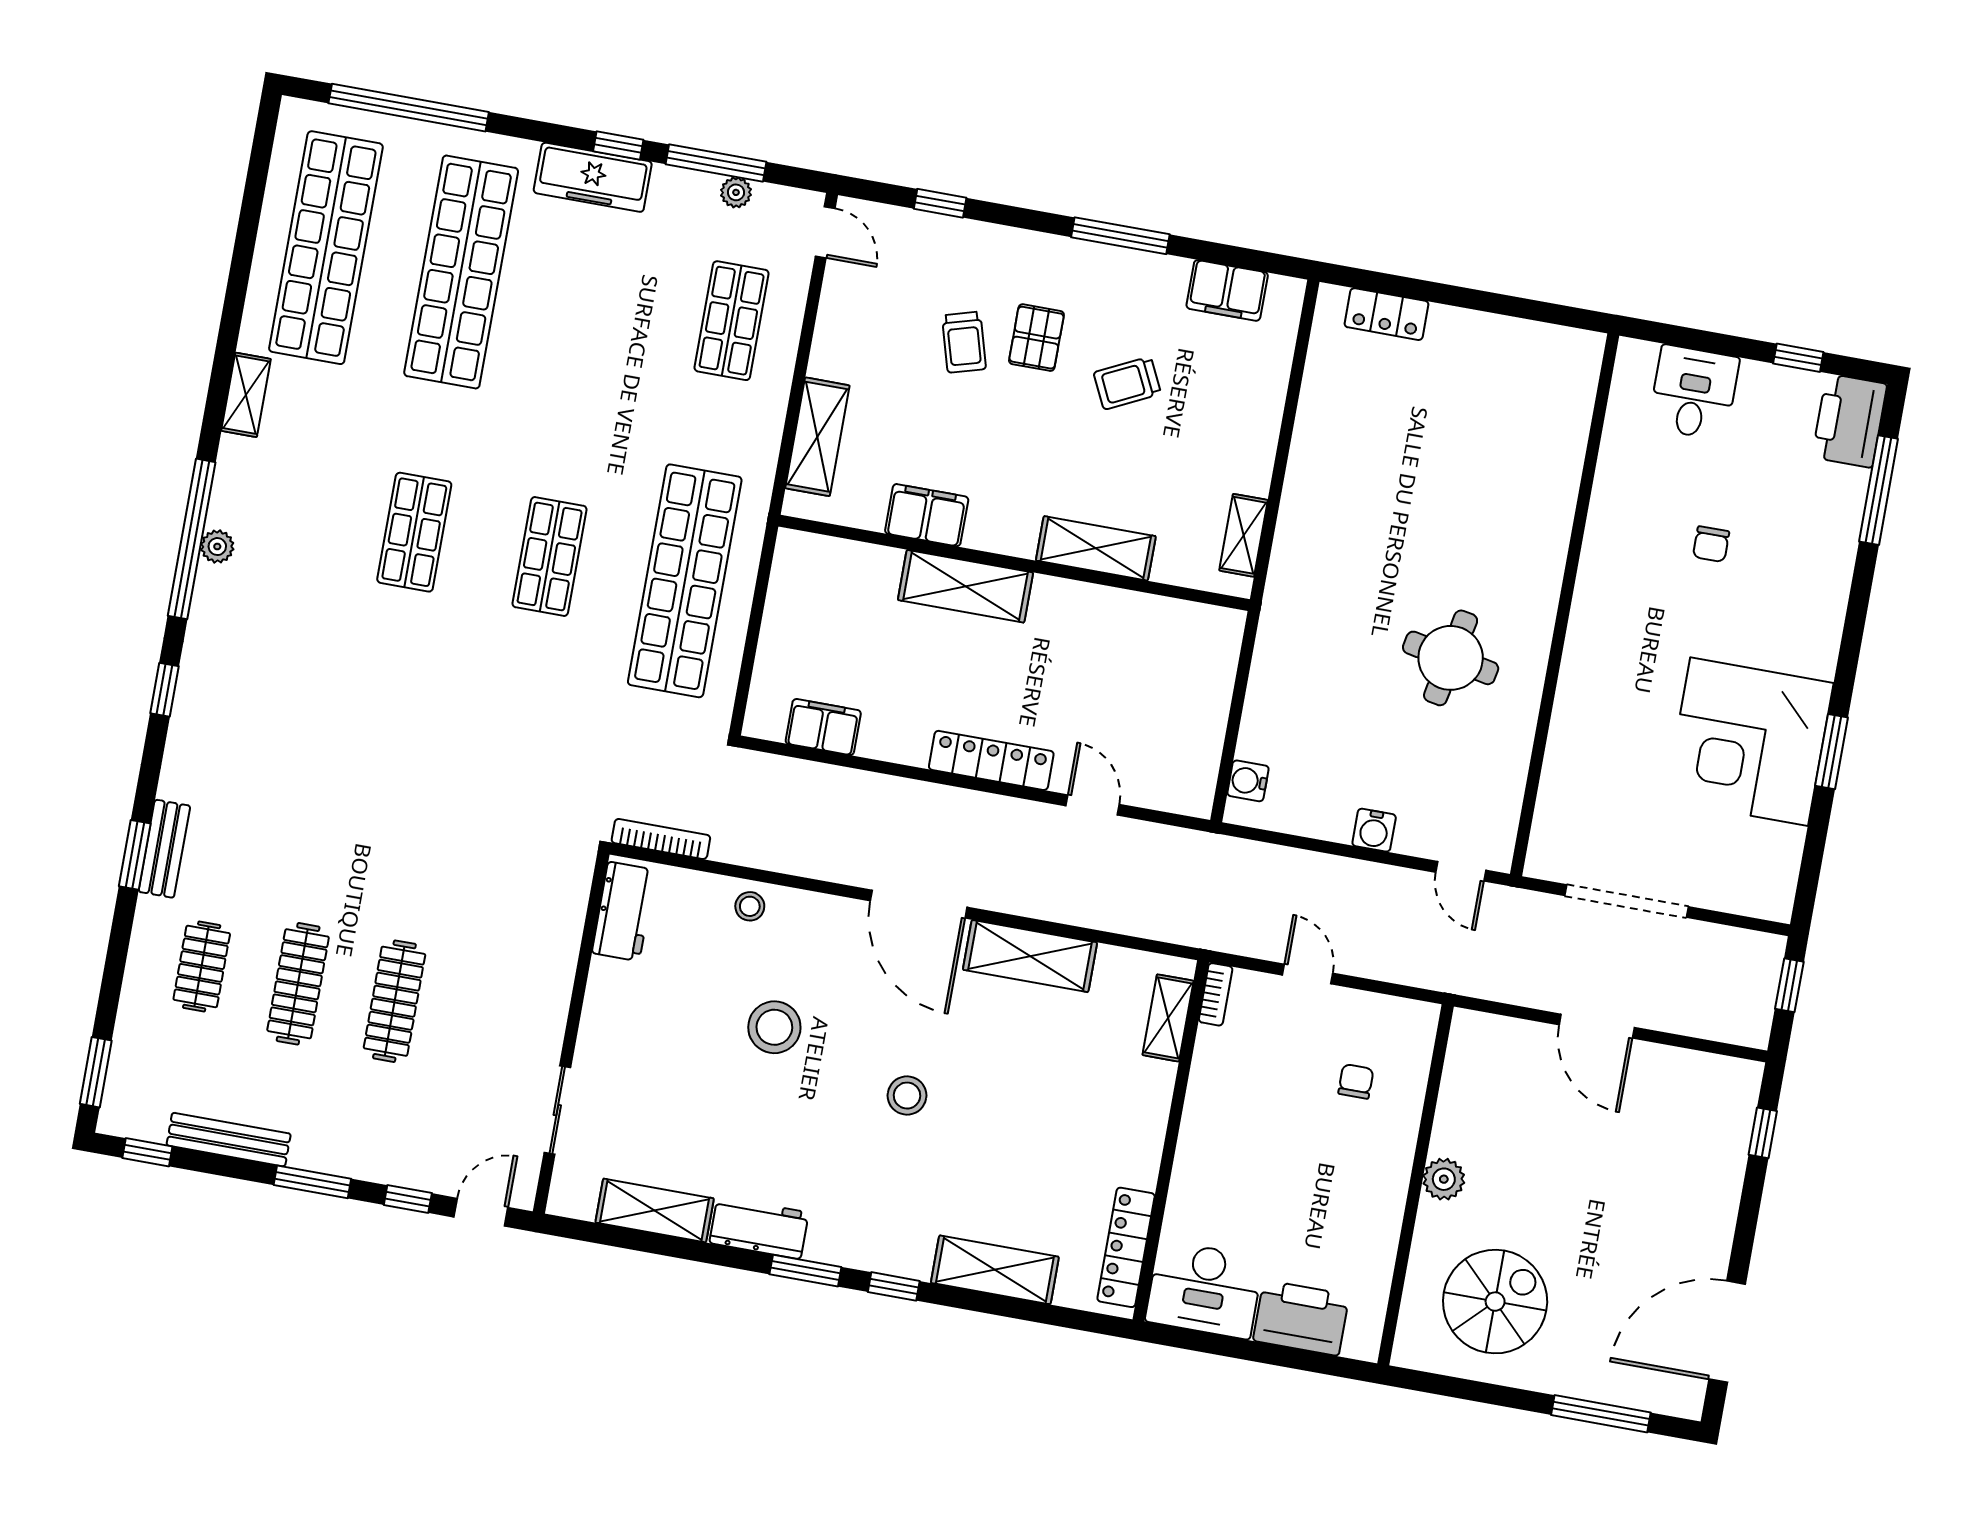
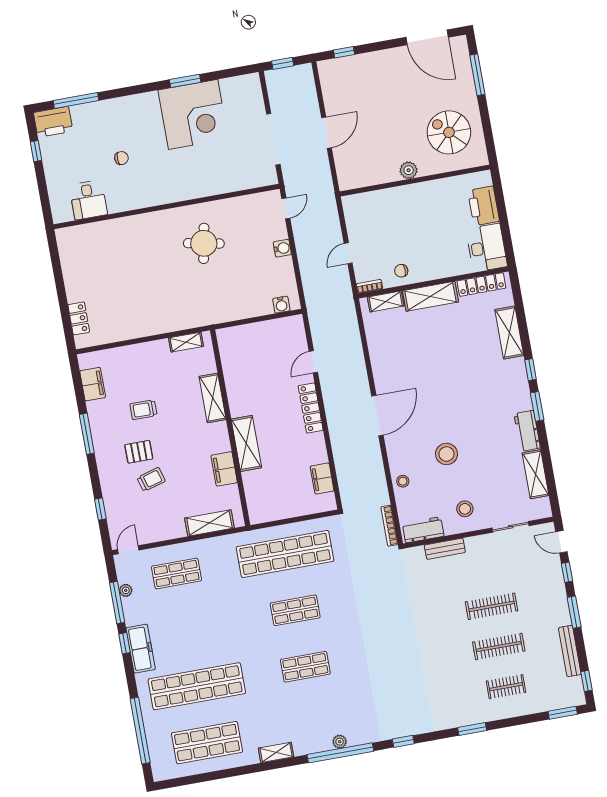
shop shelf: (326, 248) -> (207, 743), width x0.71
trolley: (1127, 383) -> (143, 410), turned 116
desk: (1694, 393) -> (88, 200), moved, turned -90
bench: (164, 849) -> (445, 549), moved
shelving: (1030, 956) -> (430, 296), moved, turned 90
chair: (1356, 1081) -> (401, 271), moved
stool: (907, 1096) -> (465, 509), moved

